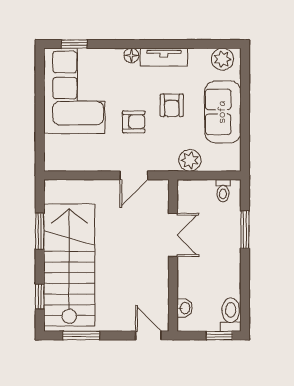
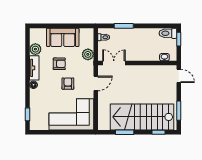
plant: (222, 59) -> (35, 49), moved
corner sofa: (74, 91) -> (71, 114), moved
door: (134, 175) -> (96, 83), hinge flipped
double door: (173, 235) -> (114, 63), moved
door: (148, 335) -> (179, 76), swing flipped

